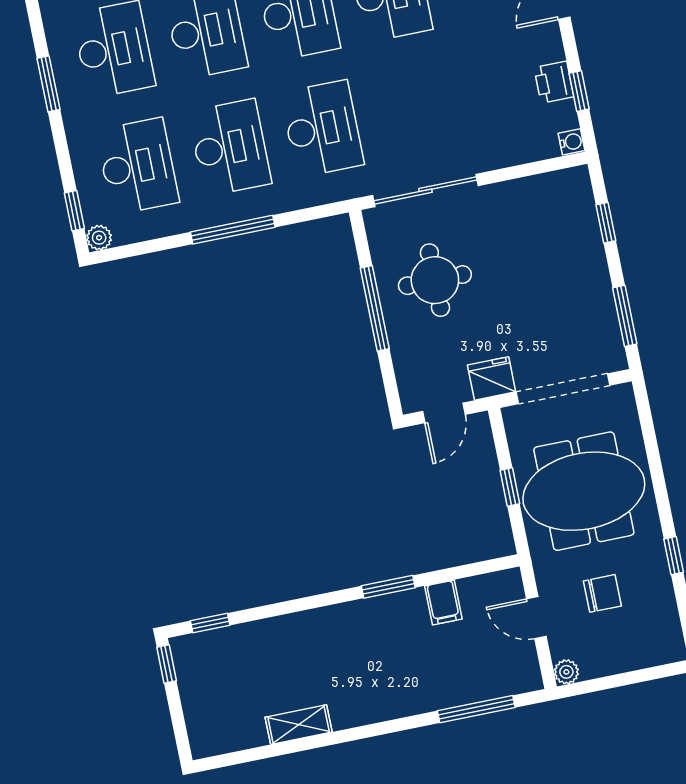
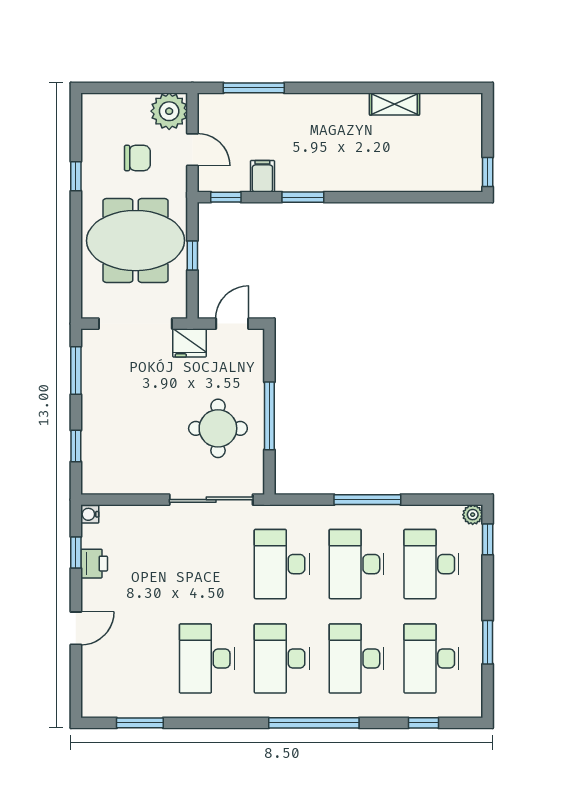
chair: (602, 593) -> (137, 158), turned 180
window: (210, 623) -> (226, 197), moved
plant: (566, 672) -> (169, 111), width x1.87, depth x1.87

